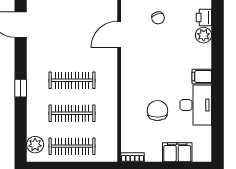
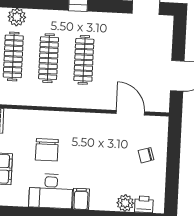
chair: (157, 111) -> (47, 150), turned 90

